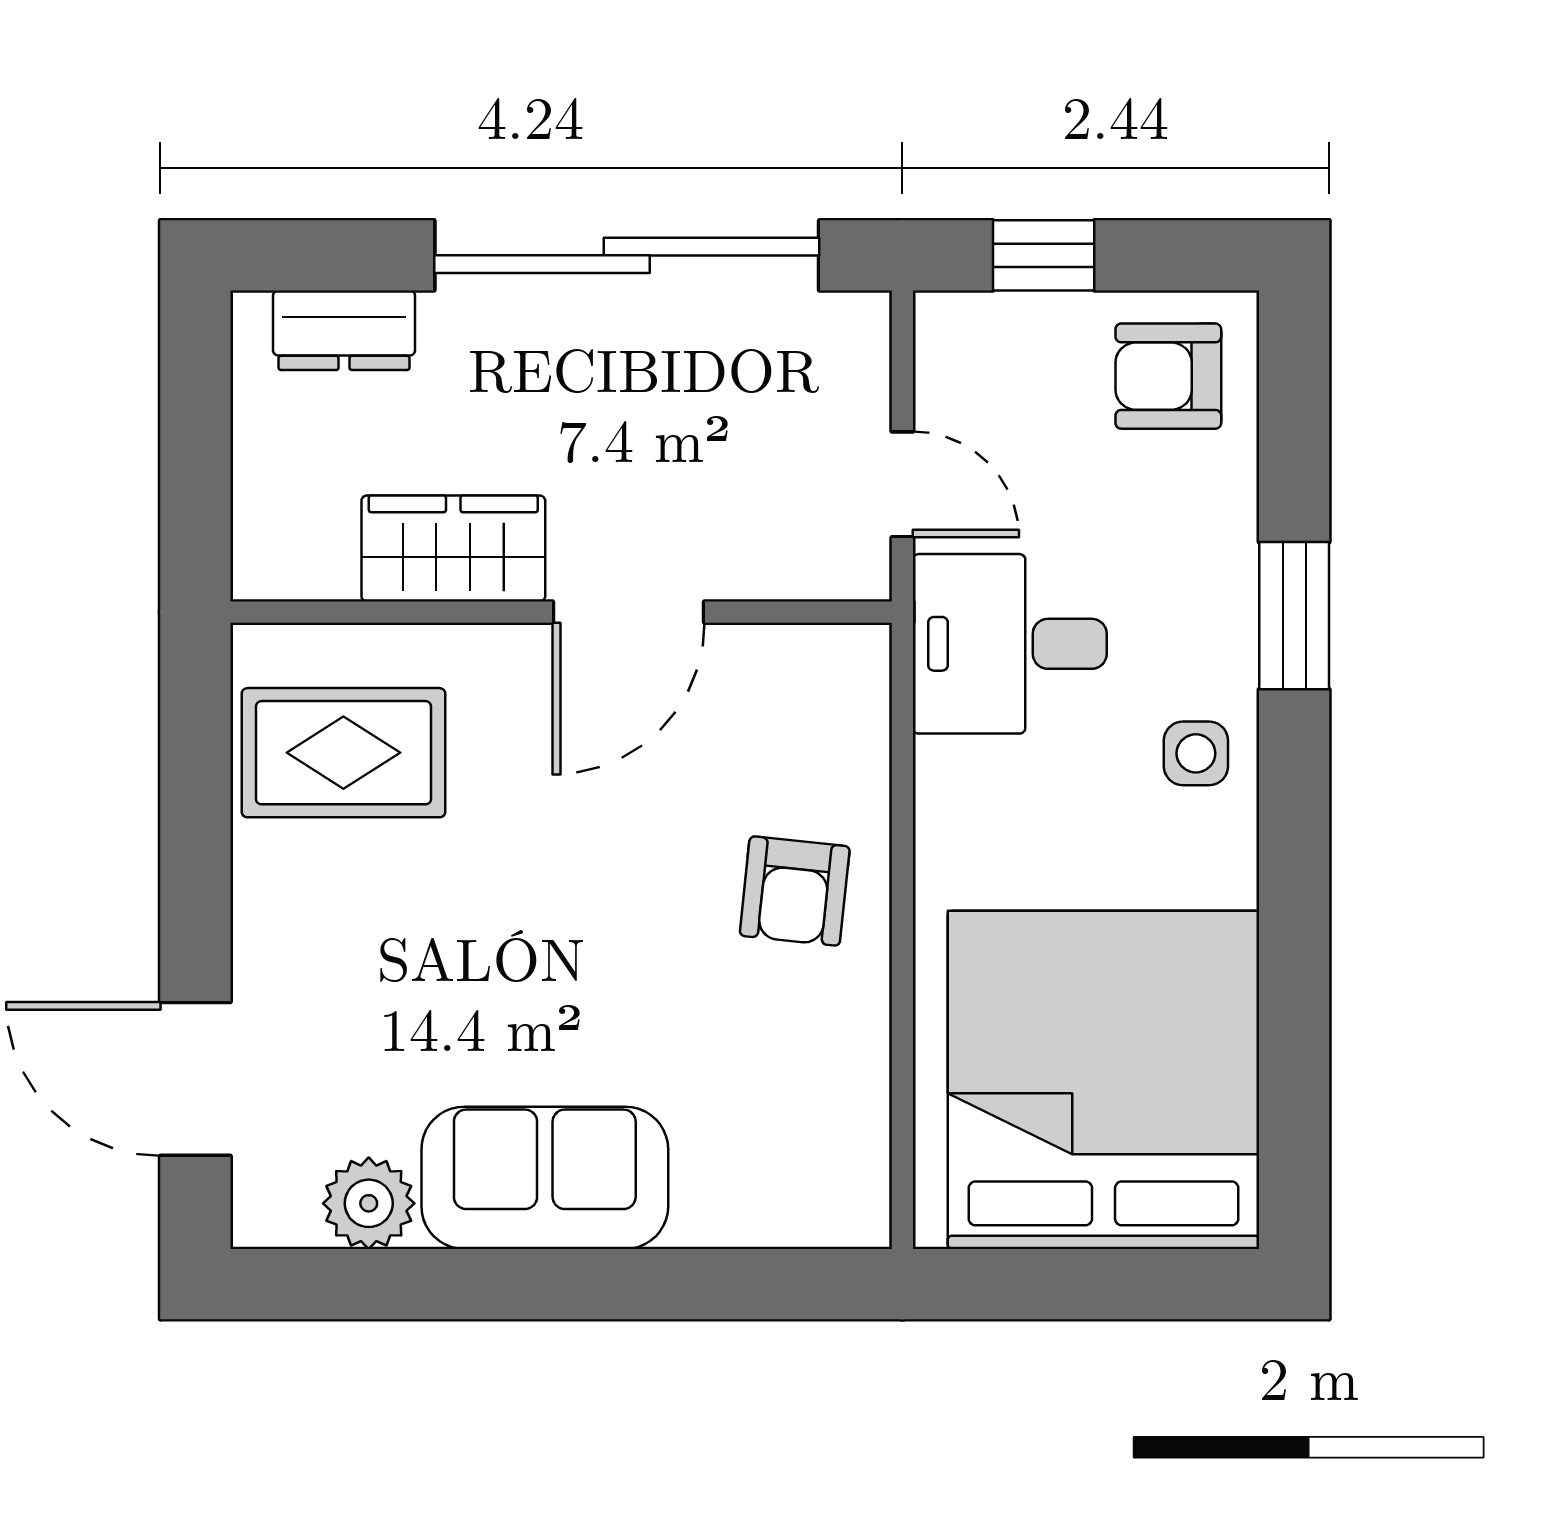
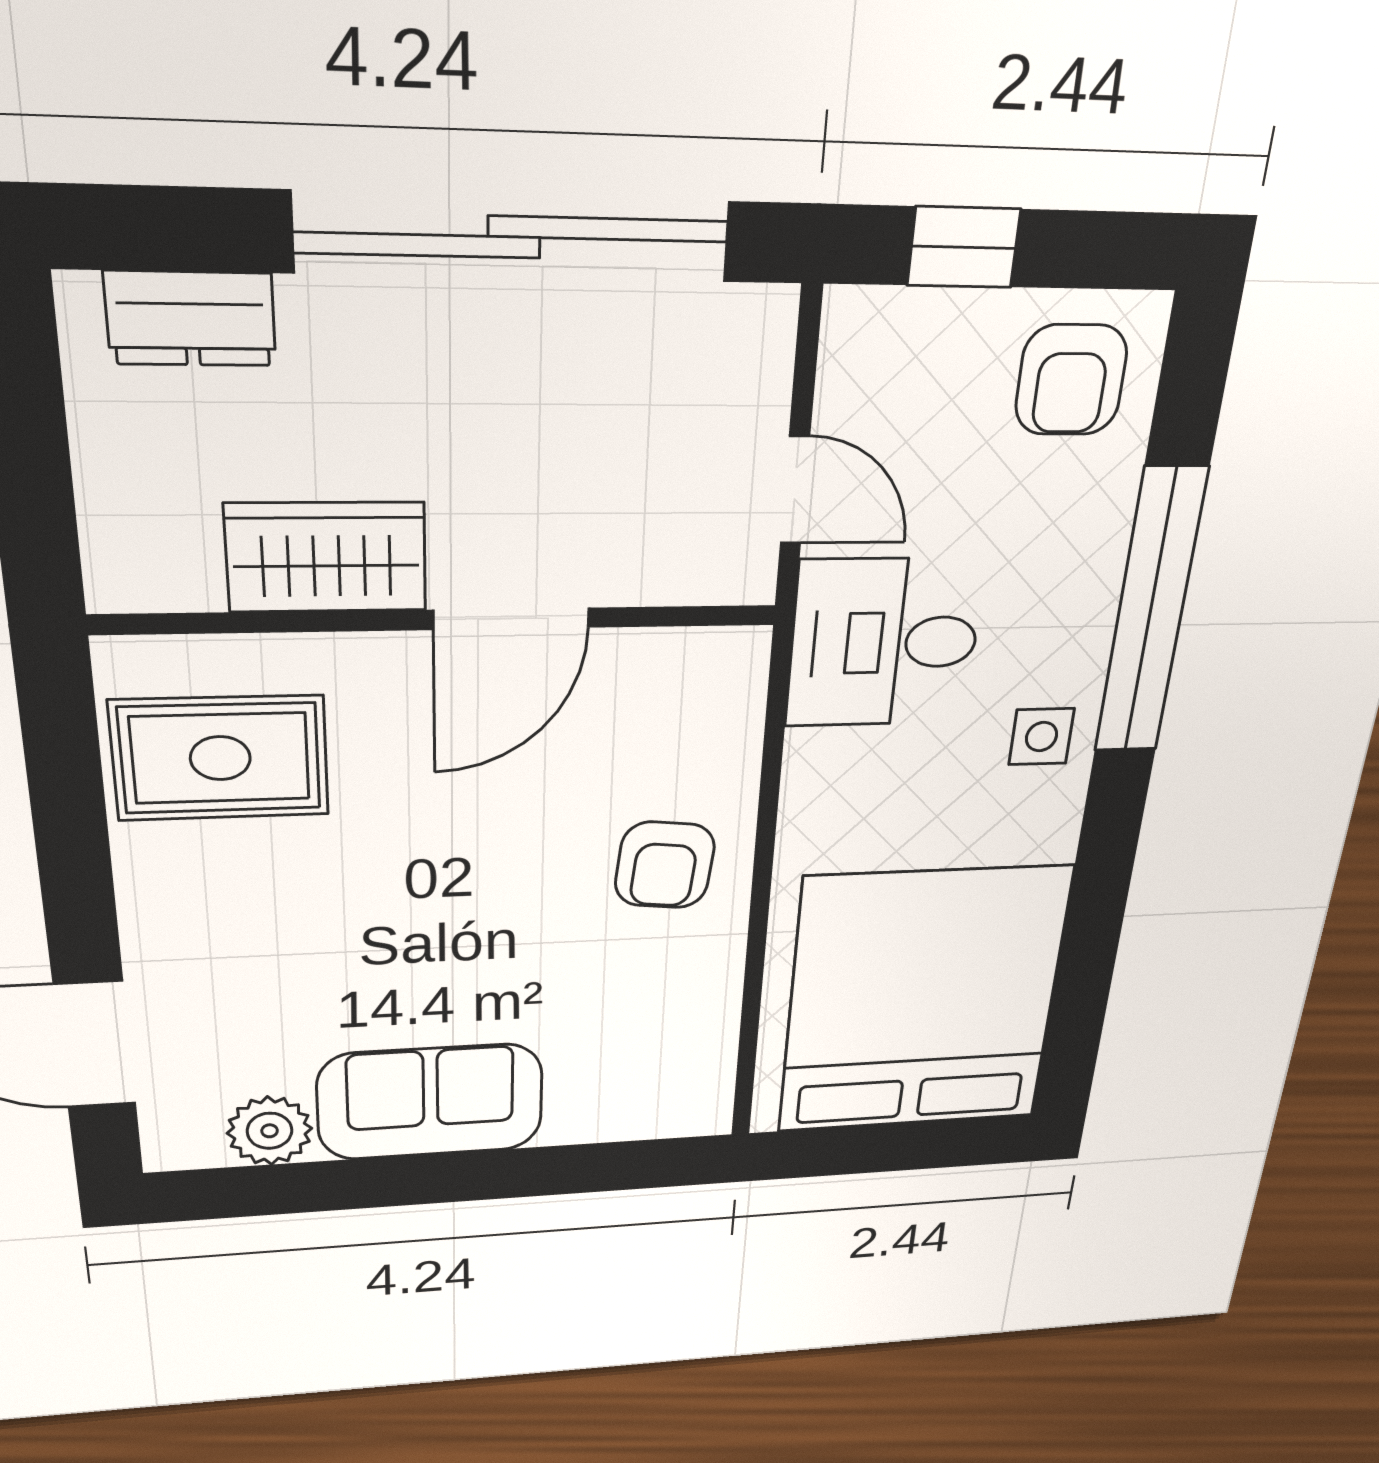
armchair: (1168, 376) -> (1071, 380), turned -90
window: (1294, 616) -> (1150, 613), width x2.11

